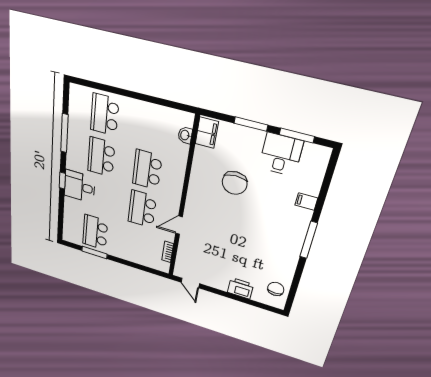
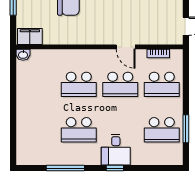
school desk: (105, 115) -> (162, 84), moved
washbasin: (185, 135) -> (23, 55), moved

